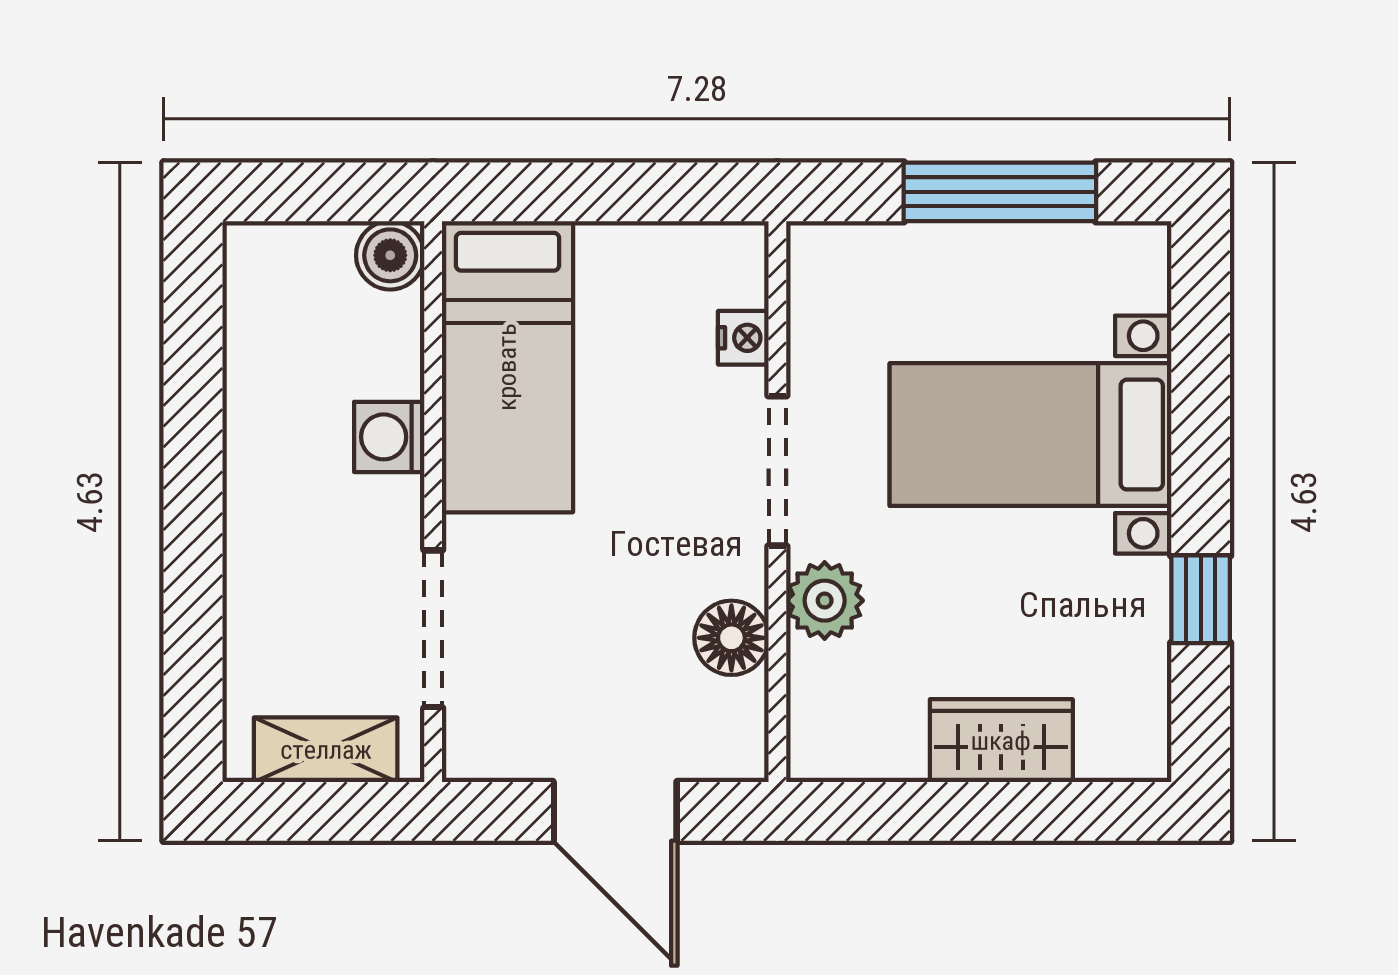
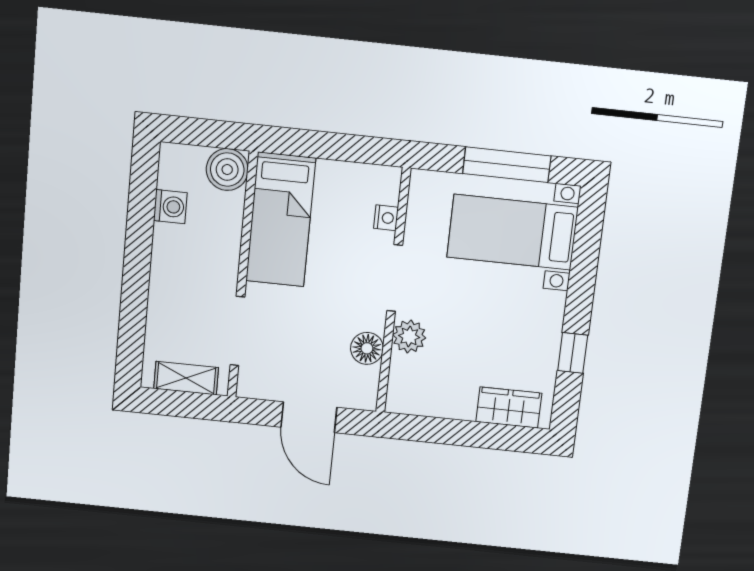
boiler: (390, 255) -> (227, 170), width x1.36, depth x1.36
bed with nightstands: (1031, 435) -> (512, 232), moved
washing machine: (389, 437) -> (170, 207), moved, turned 180
wardrobe: (1001, 741) -> (509, 408), moved

